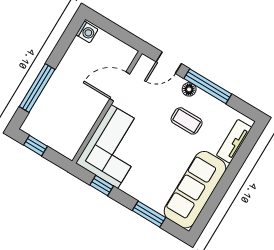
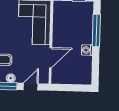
washing machine: (87, 32) -> (87, 50), moved

